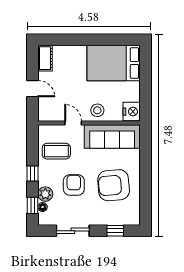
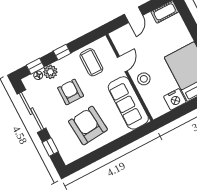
nightstand: (132, 112) -> (175, 99), moved
armchair: (74, 185) -> (71, 92), turned -90
sliding door: (73, 231) -> (32, 111), width x1.37

